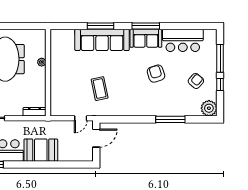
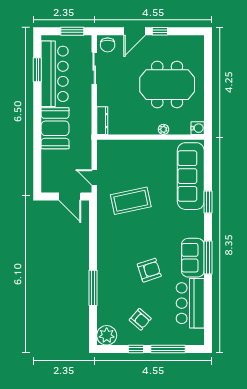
window: (101, 26) -> (208, 202), width x0.69
water cooler: (41, 34) -> (198, 128), added
sofa: (102, 40) -> (191, 176), moved
coffee table: (100, 89) -> (131, 201), width x1.36, depth x1.32

